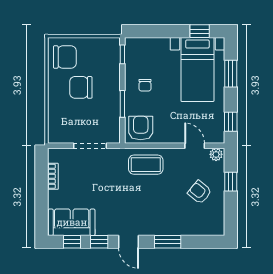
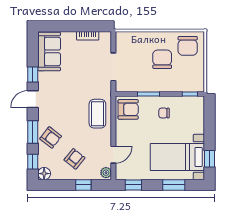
armchair: (174, 220) -> (51, 137), added
floor lamp: (217, 228) -> (44, 174), added
window: (72, 242) -> (33, 162), moved

